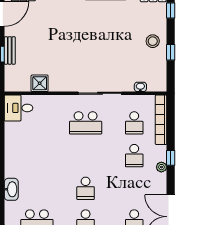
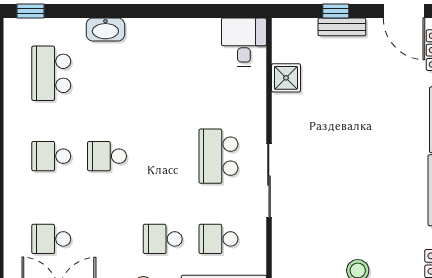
washbasin: (140, 87) -> (280, 249), removed

